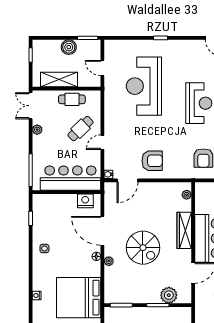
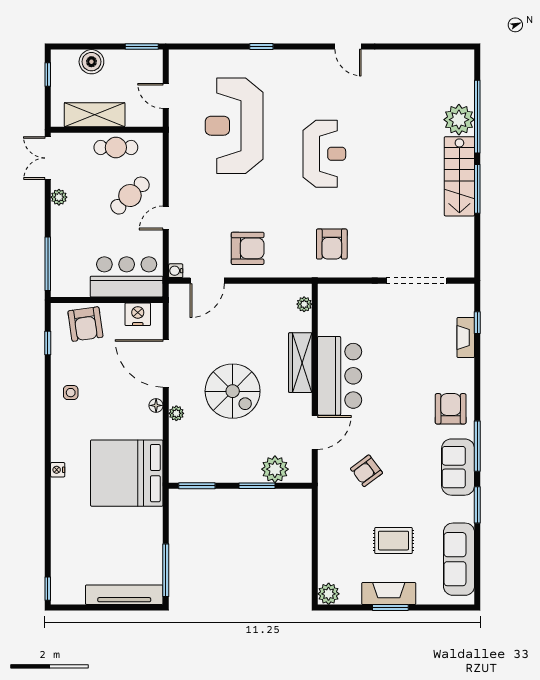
boiler: (69, 47) -> (91, 62), moved
bar counter: (70, 178) -> (127, 277), width x0.73
armchair: (53, 207) -> (85, 324), added

